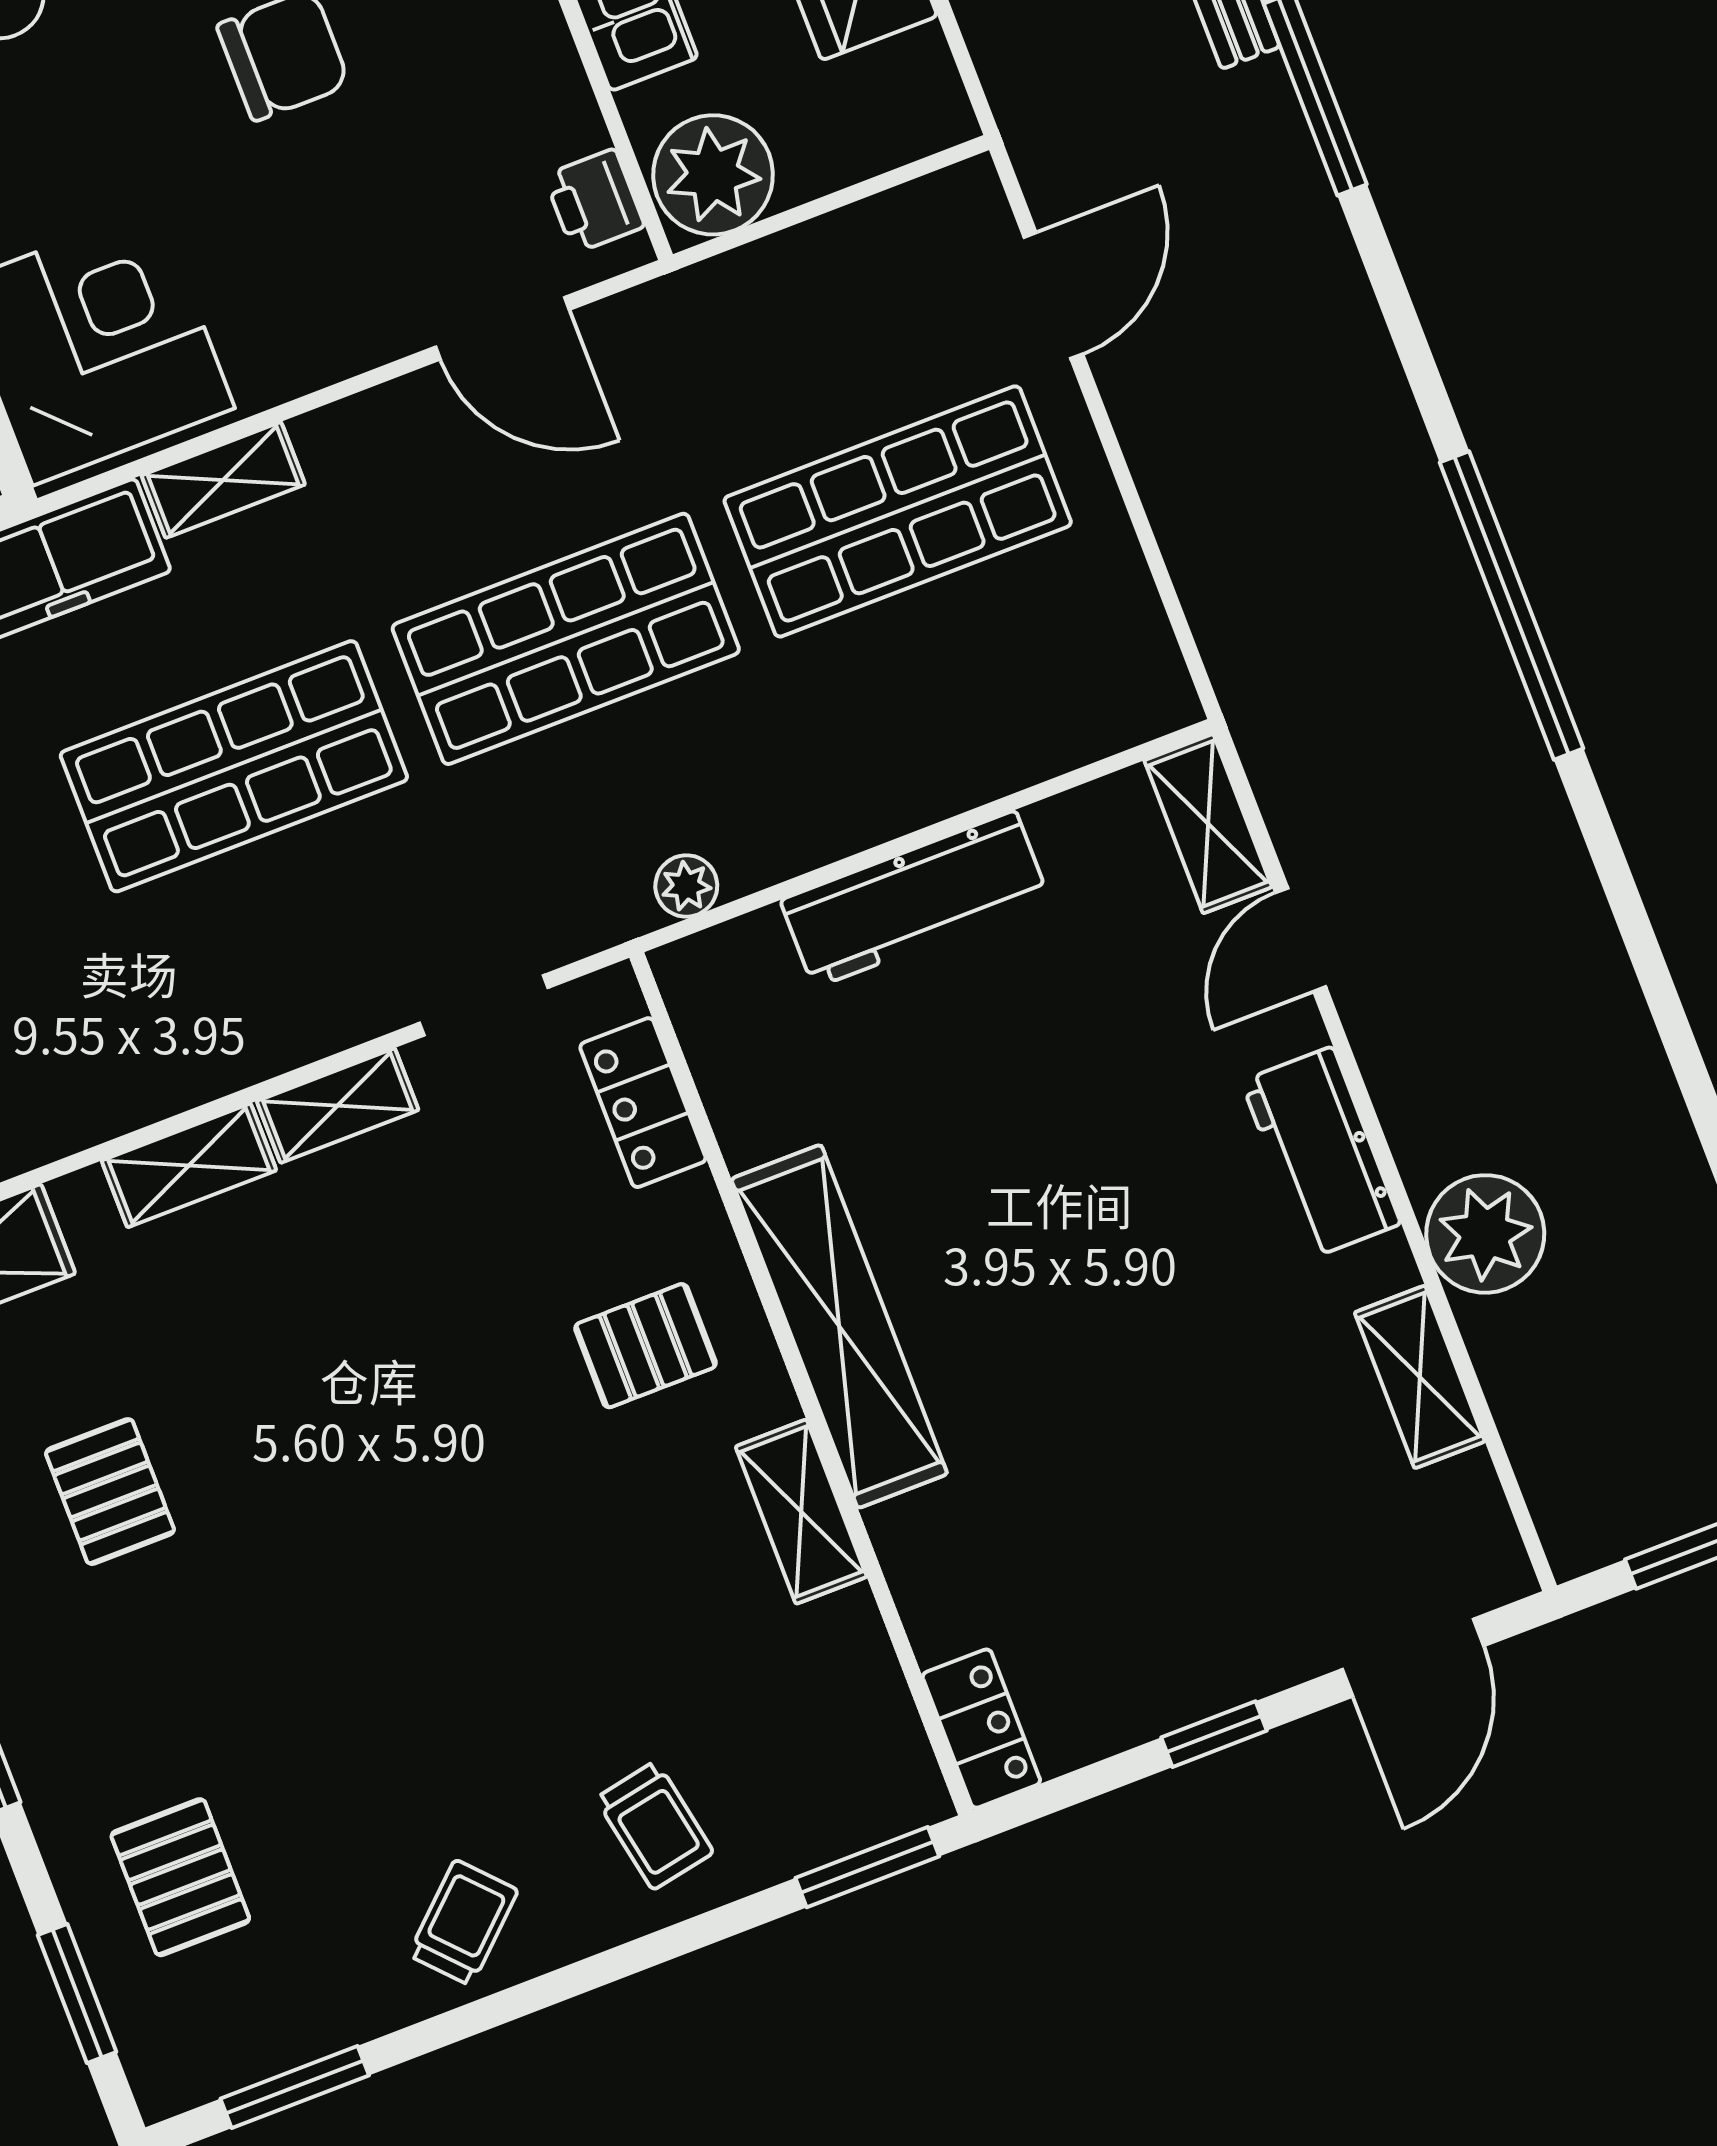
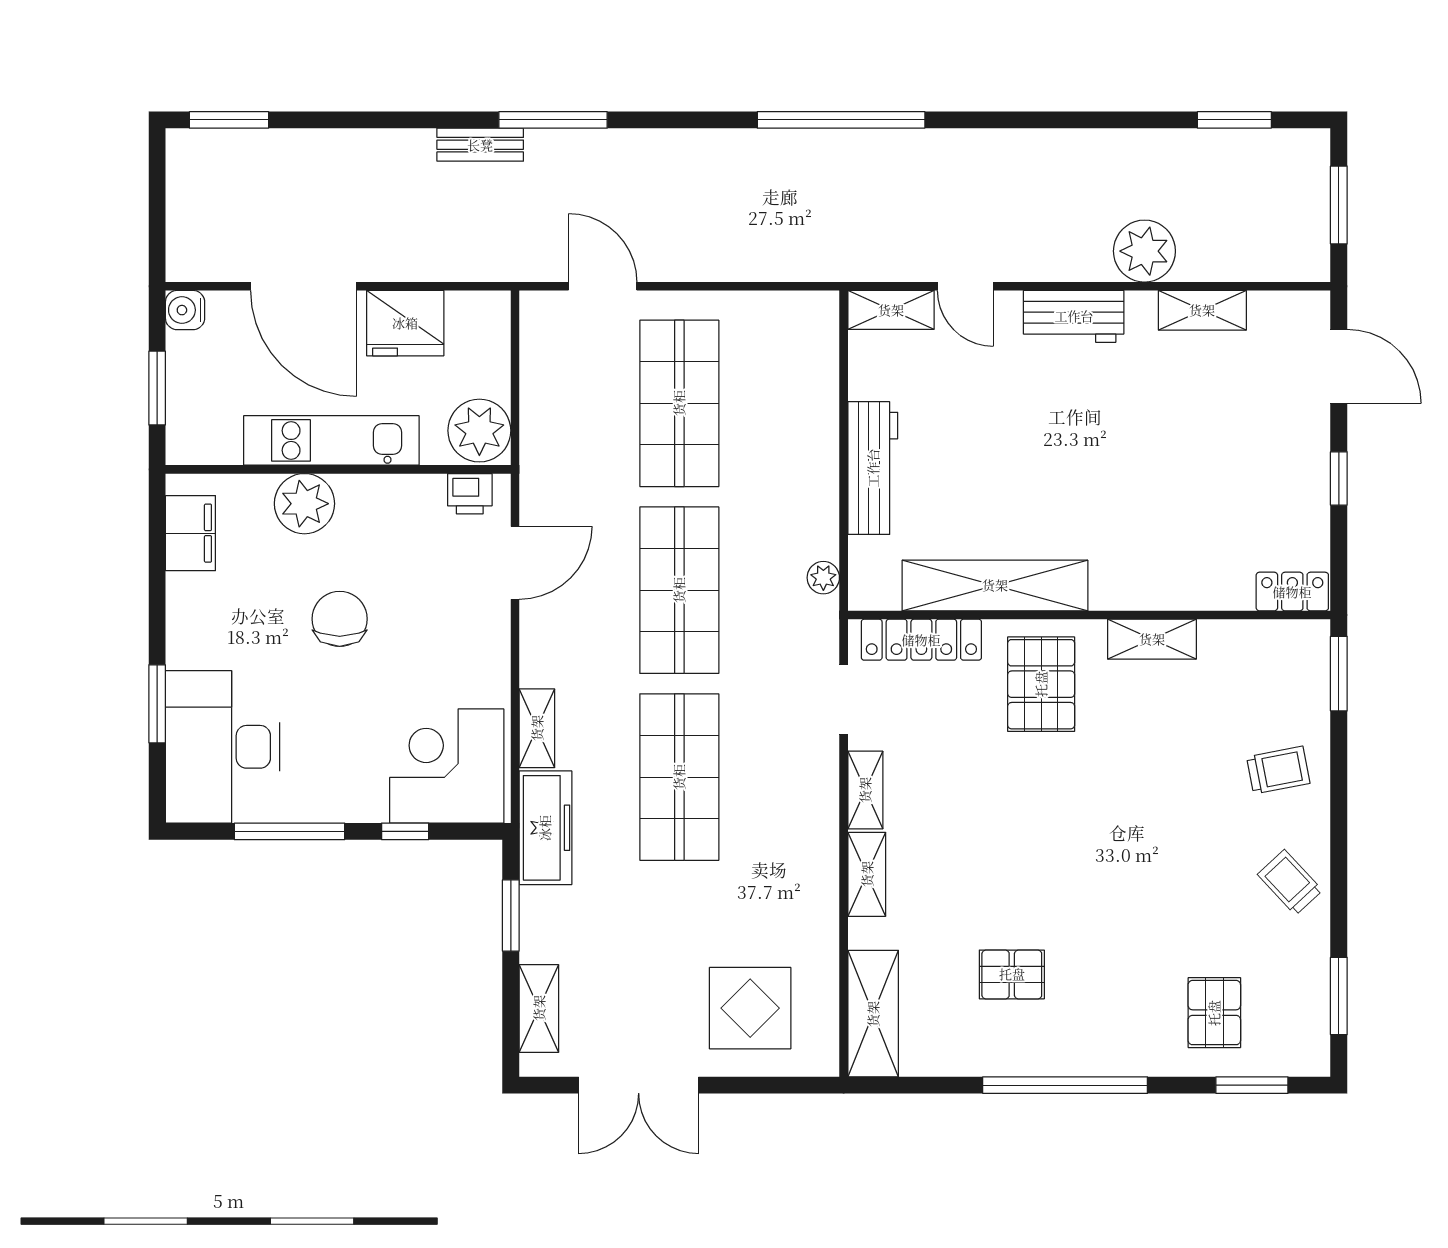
locker: (643, 1103) -> (921, 640), width x1.53
shelving: (839, 1326) -> (995, 585), moved
pallet: (646, 1346) -> (1041, 684), width x1.50, depth x1.42
pallet: (180, 1877) -> (1214, 1013), turned 90

